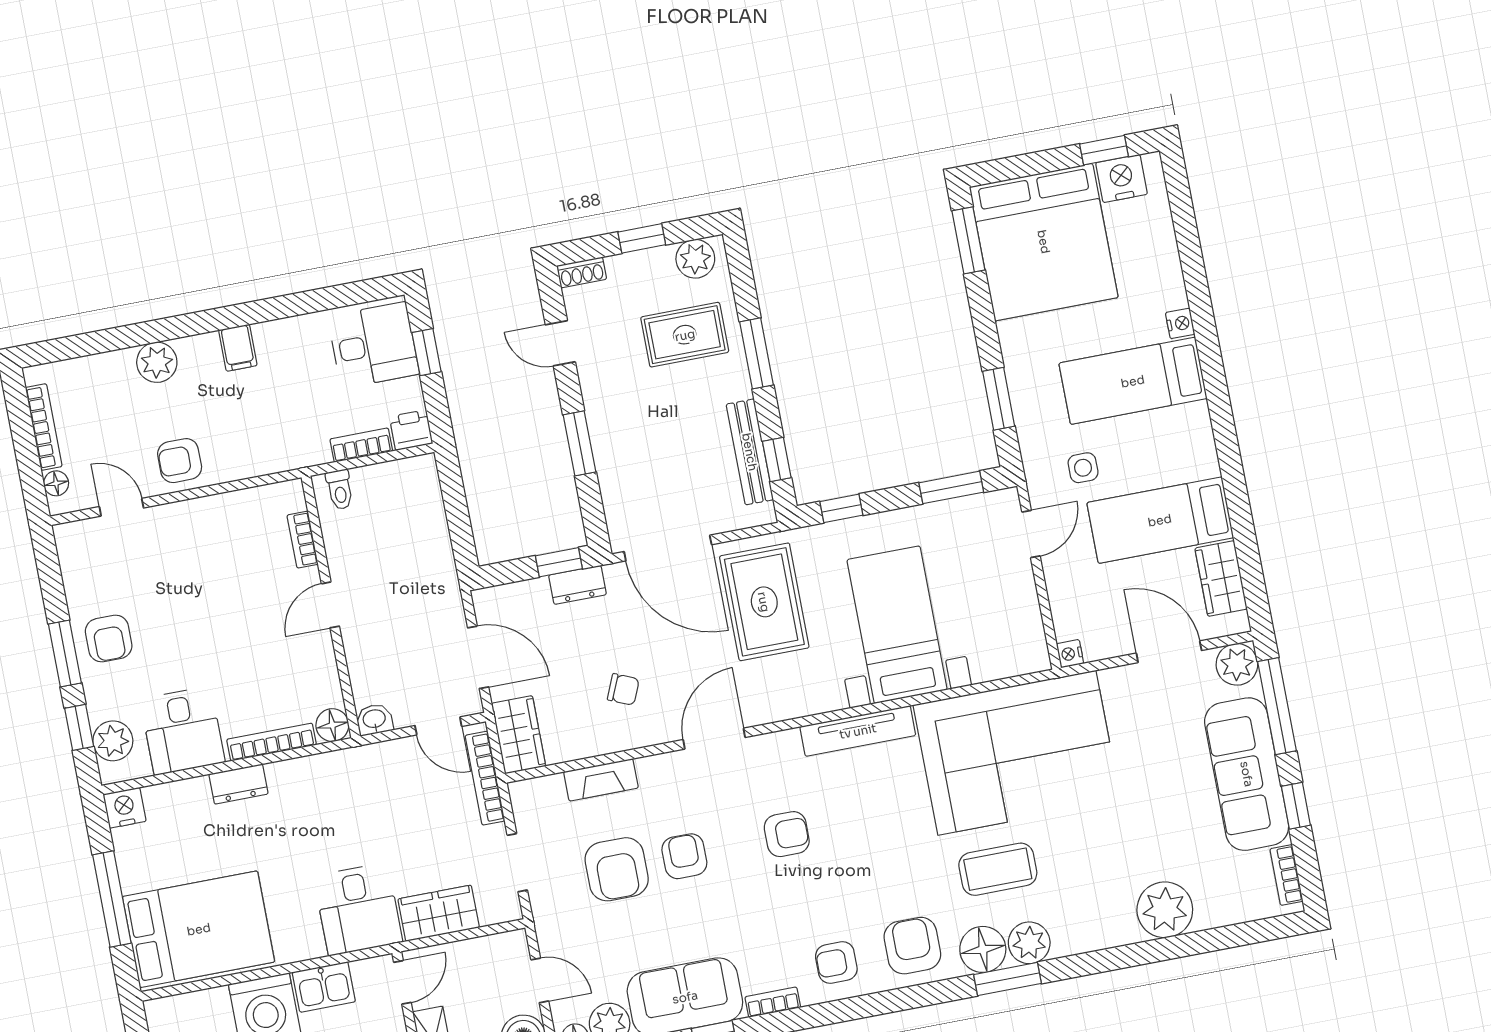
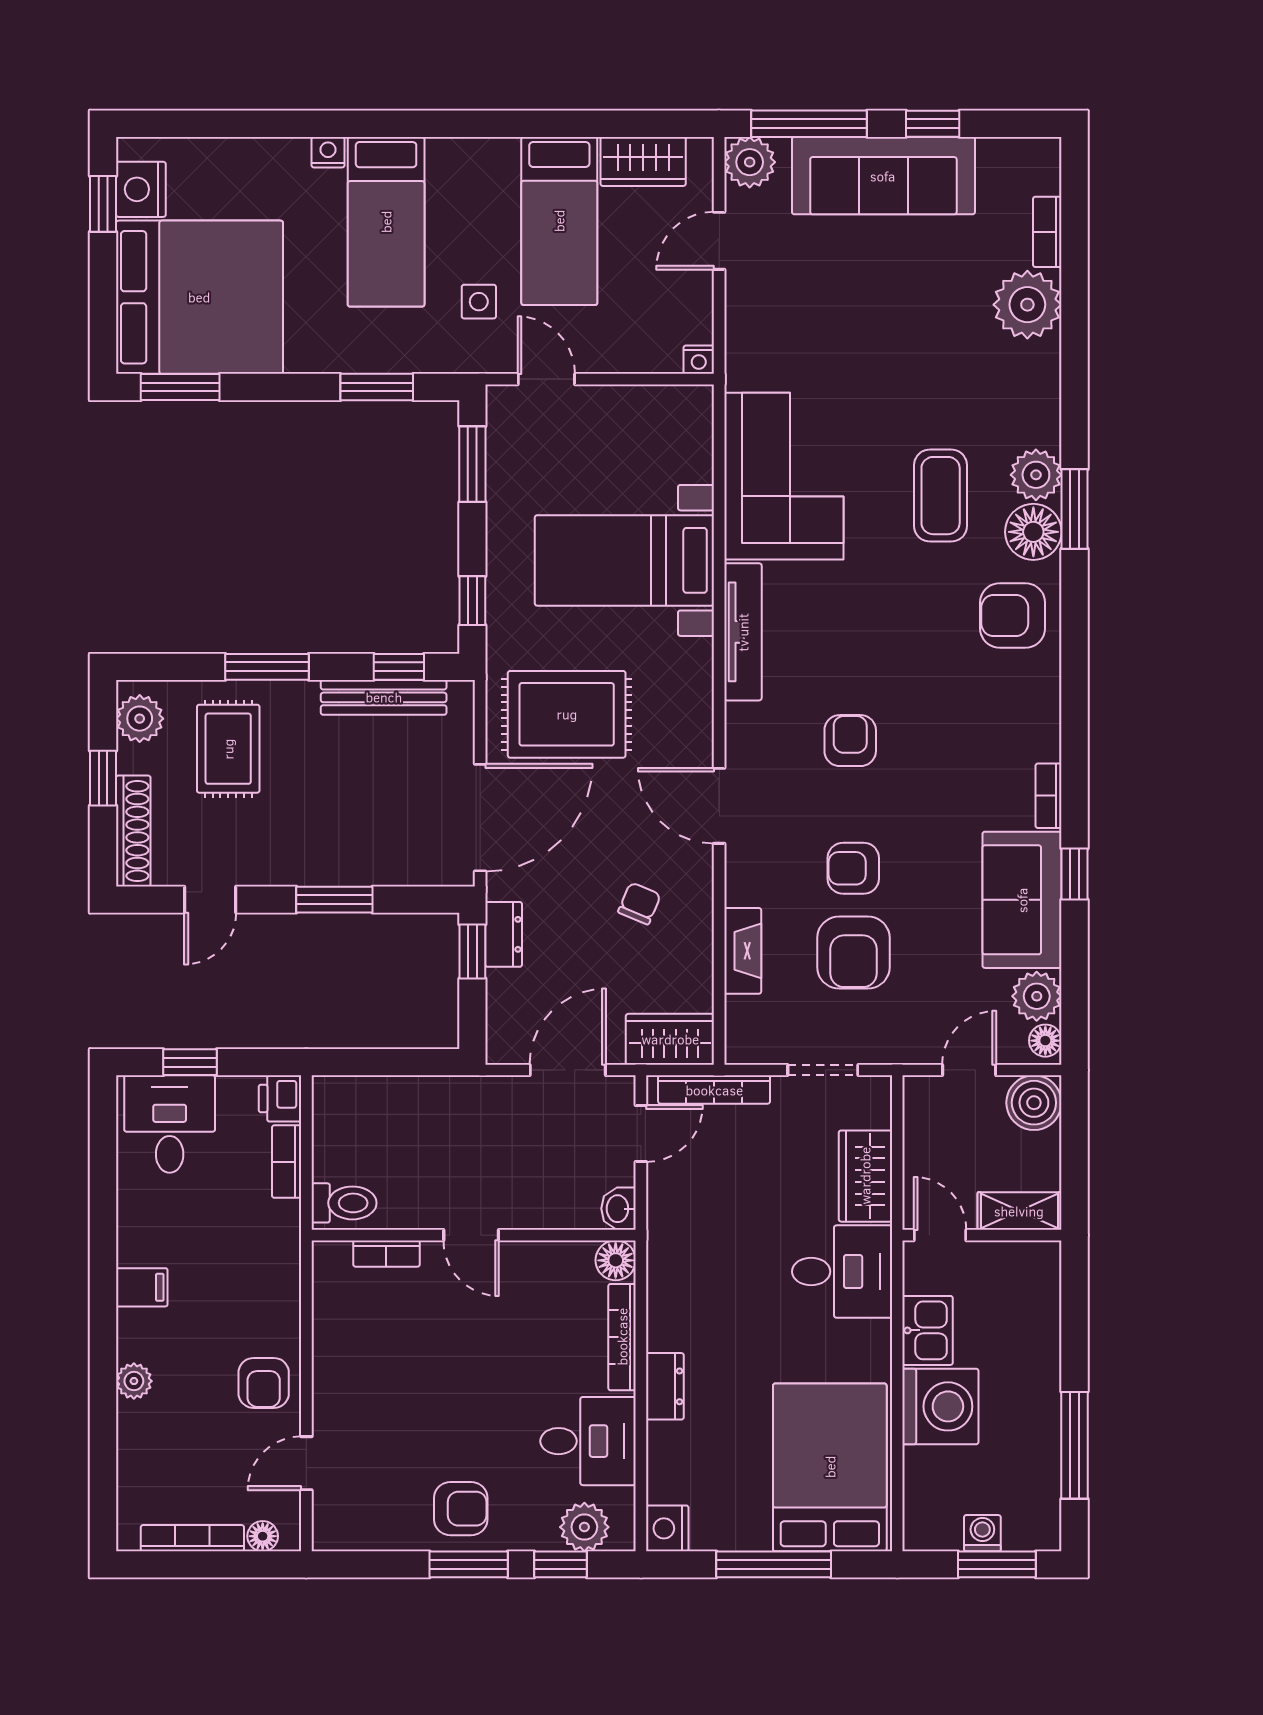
shoe rack: (582, 272) -> (133, 831), width x1.94, depth x1.24
plant: (157, 362) -> (134, 1381), width x0.73, depth x0.73
toilet: (340, 490) -> (344, 1203), width x1.37, depth x1.39
door: (1169, 652) -> (719, 241), width x0.73
corner sofa: (1017, 753) -> (784, 476), width x0.73, depth x0.74
armchair: (617, 869) -> (853, 953), turned 90
bookcase: (1286, 875) -> (1047, 232), moved, turned 90
armchair: (836, 962) -> (1015, 710), removed

